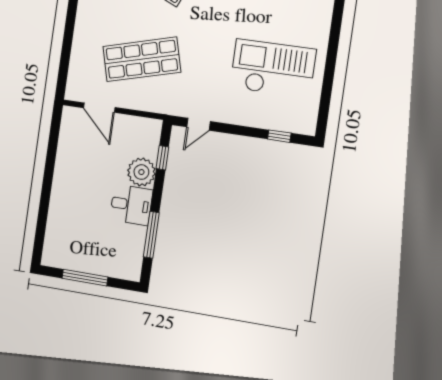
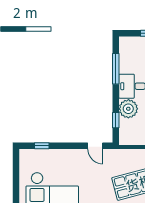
door: (198, 124) -> (95, 146), swing flipped

